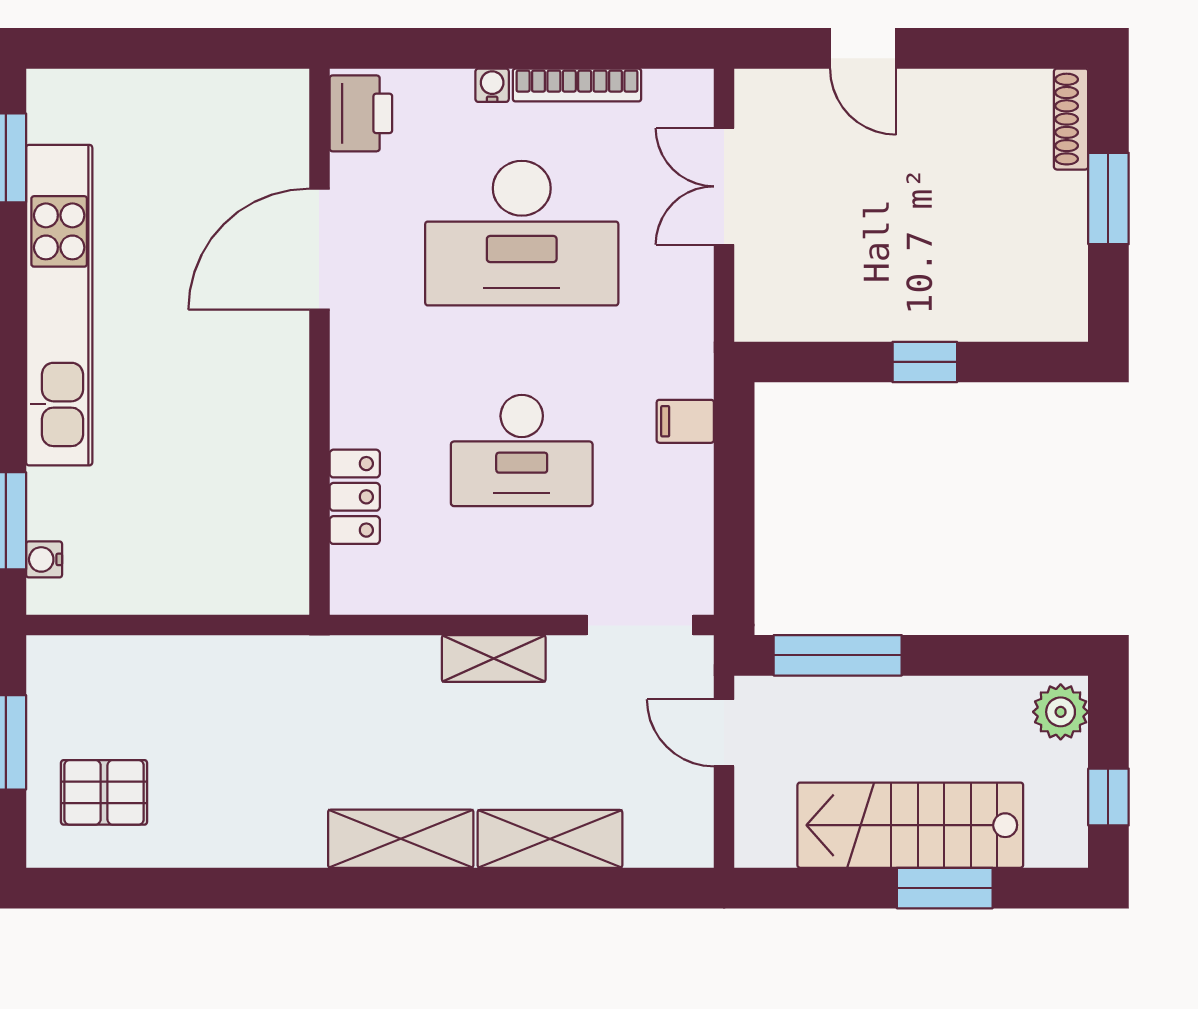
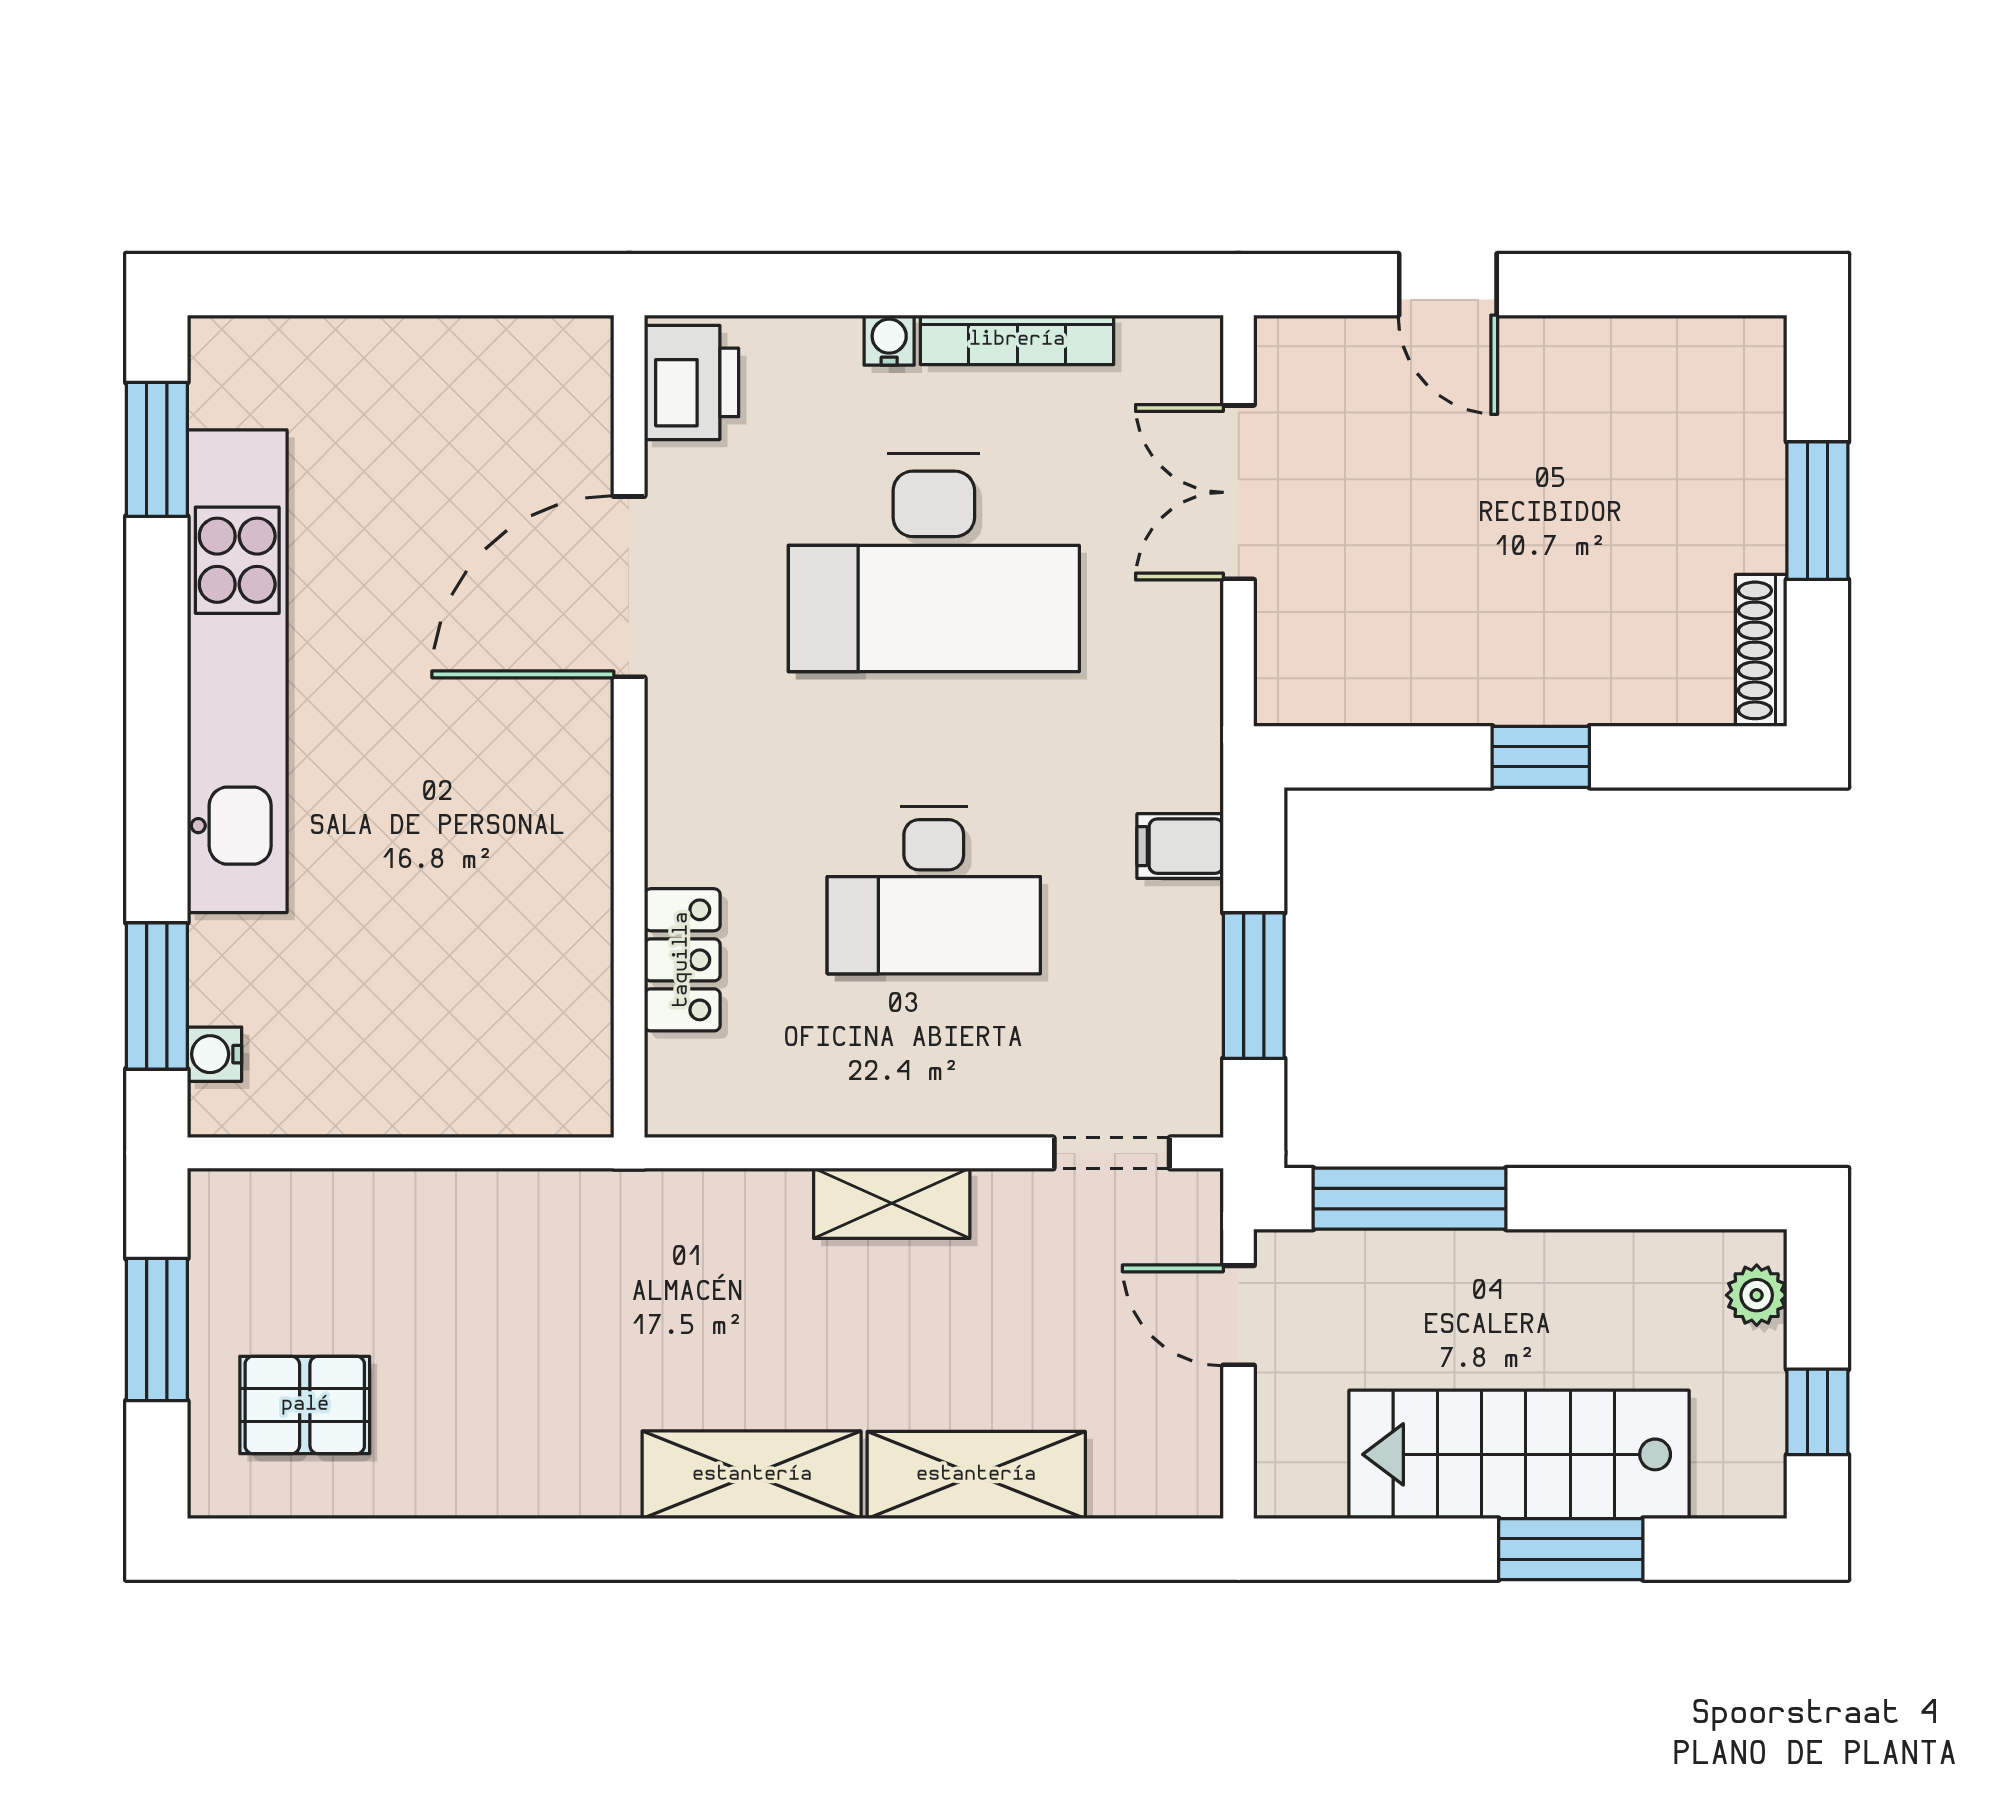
shoe rack: (1071, 119) -> (1761, 650), moved
window: (734, 514) -> (1254, 986), added
doorway: (640, 625) -> (1112, 1153), width x0.73
plant: (1061, 712) -> (1757, 1295), width x0.73, depth x0.73

